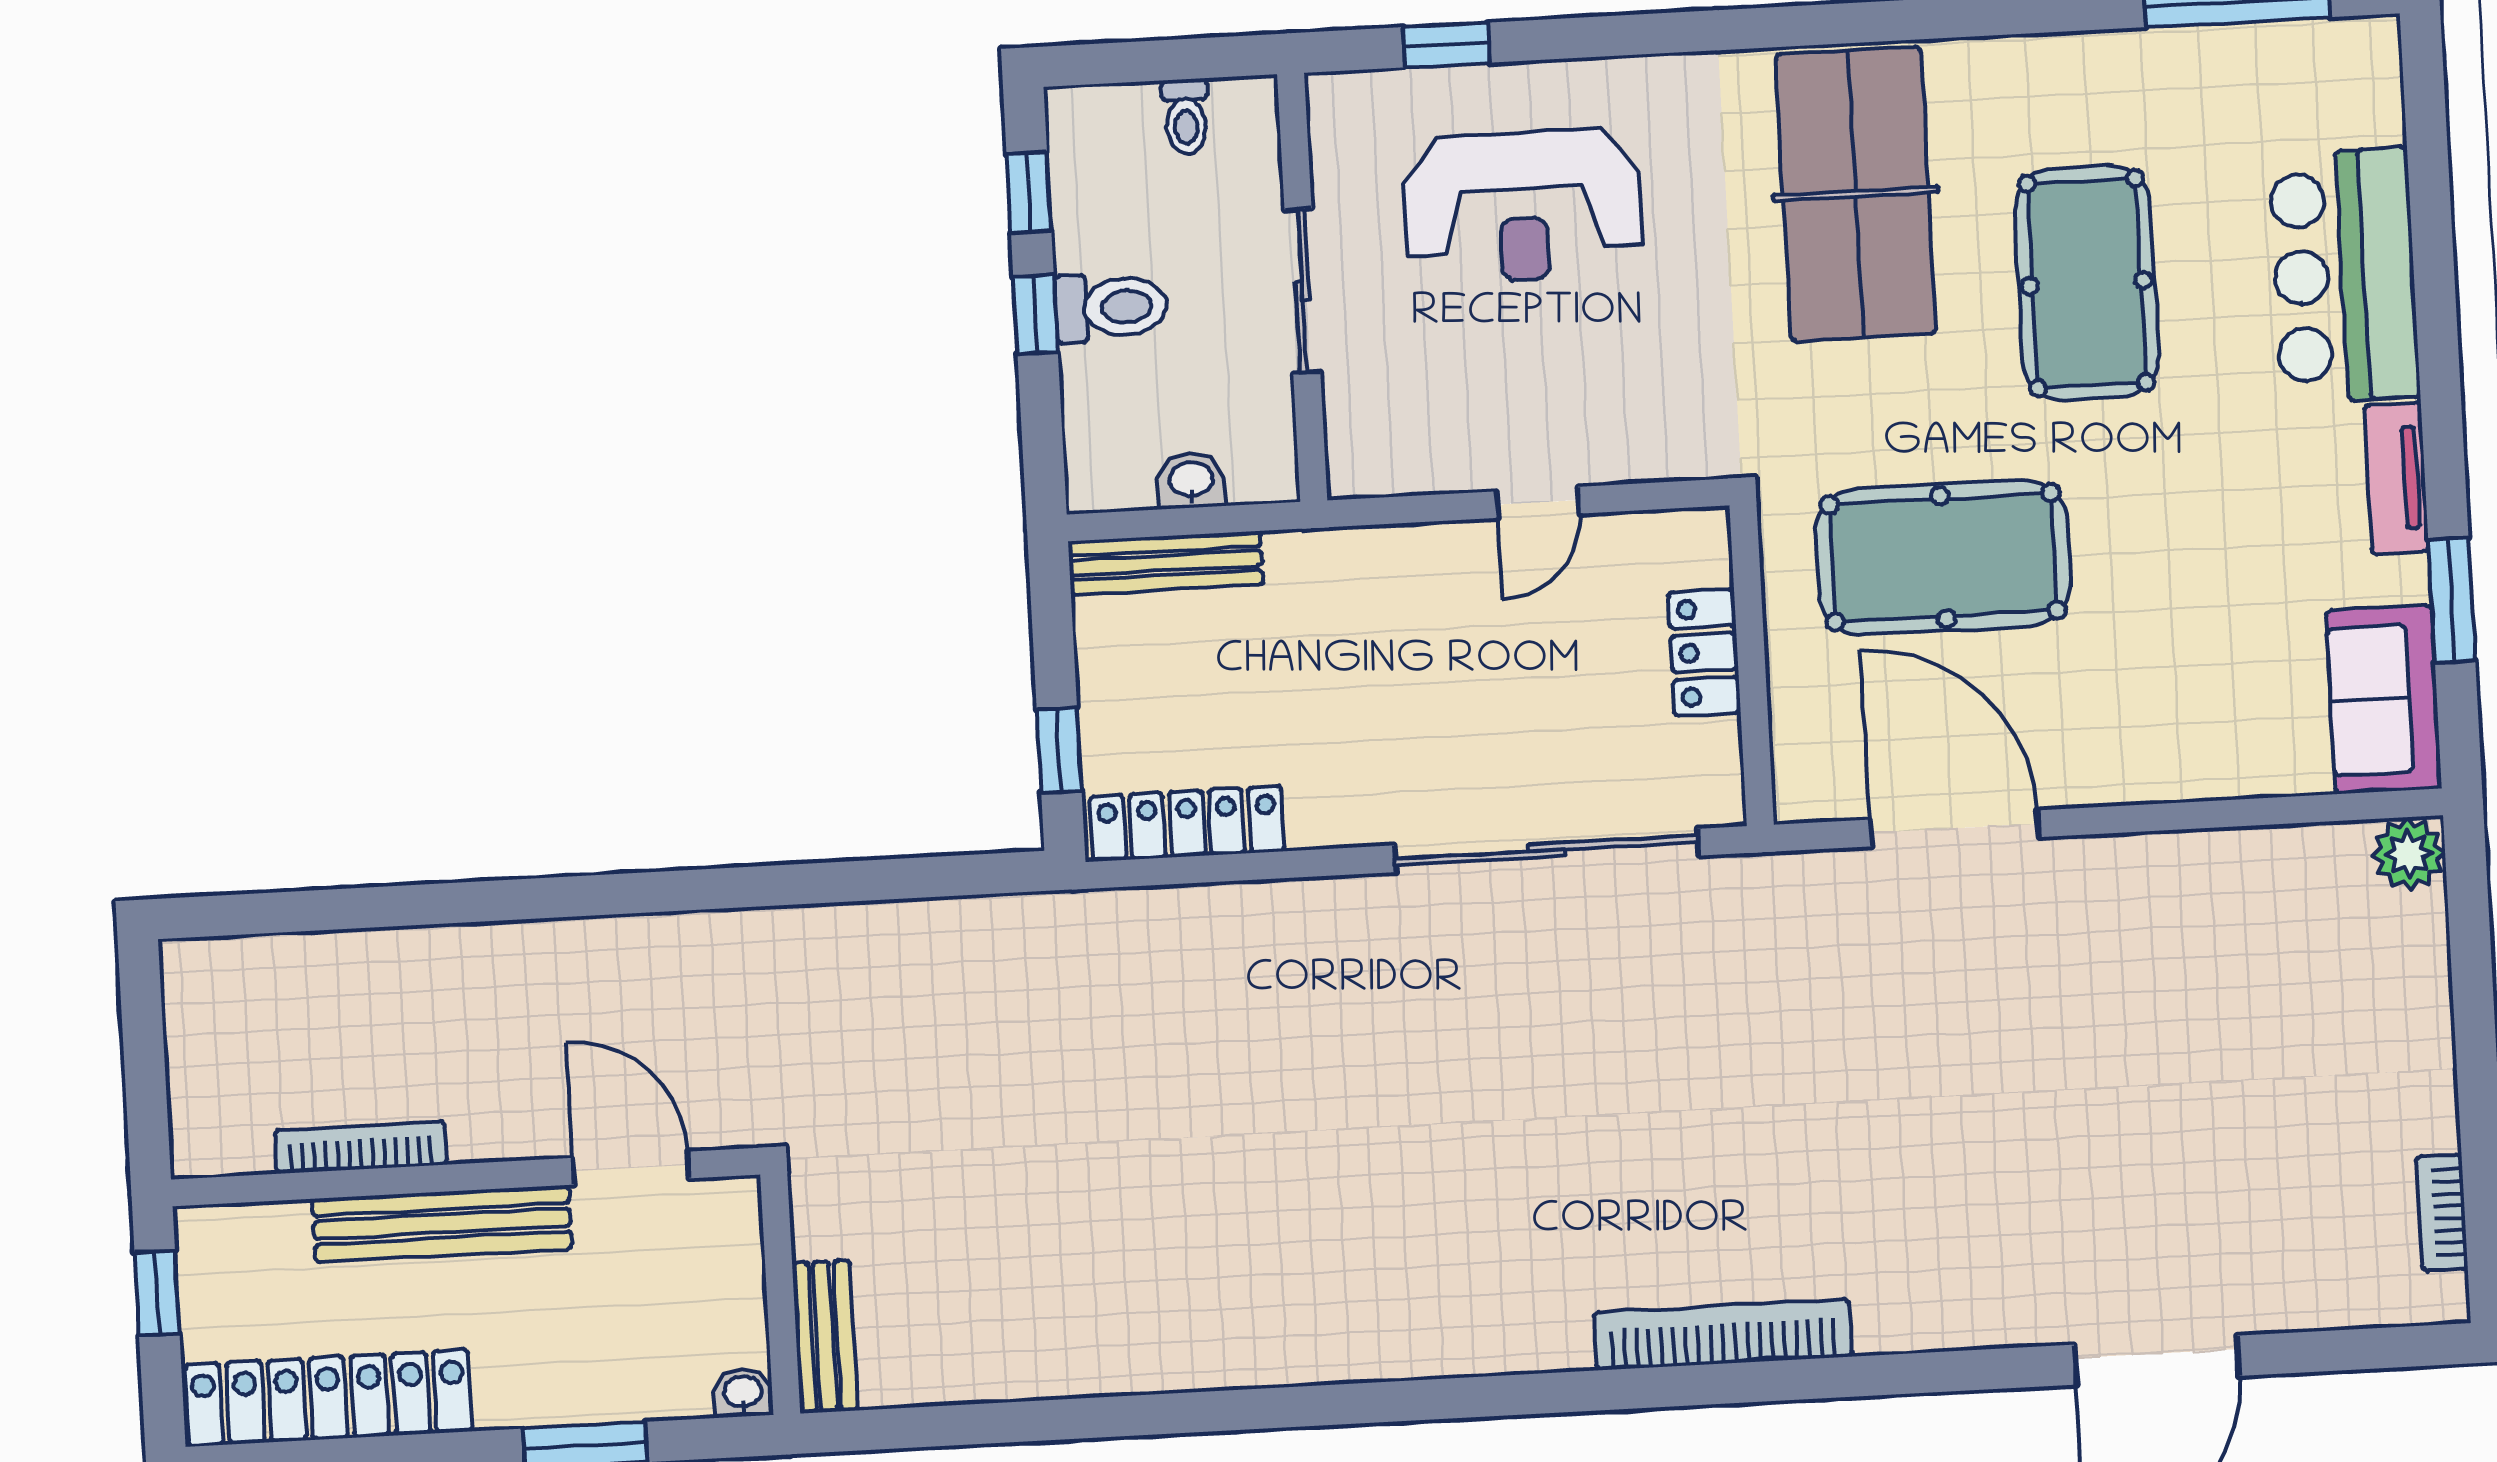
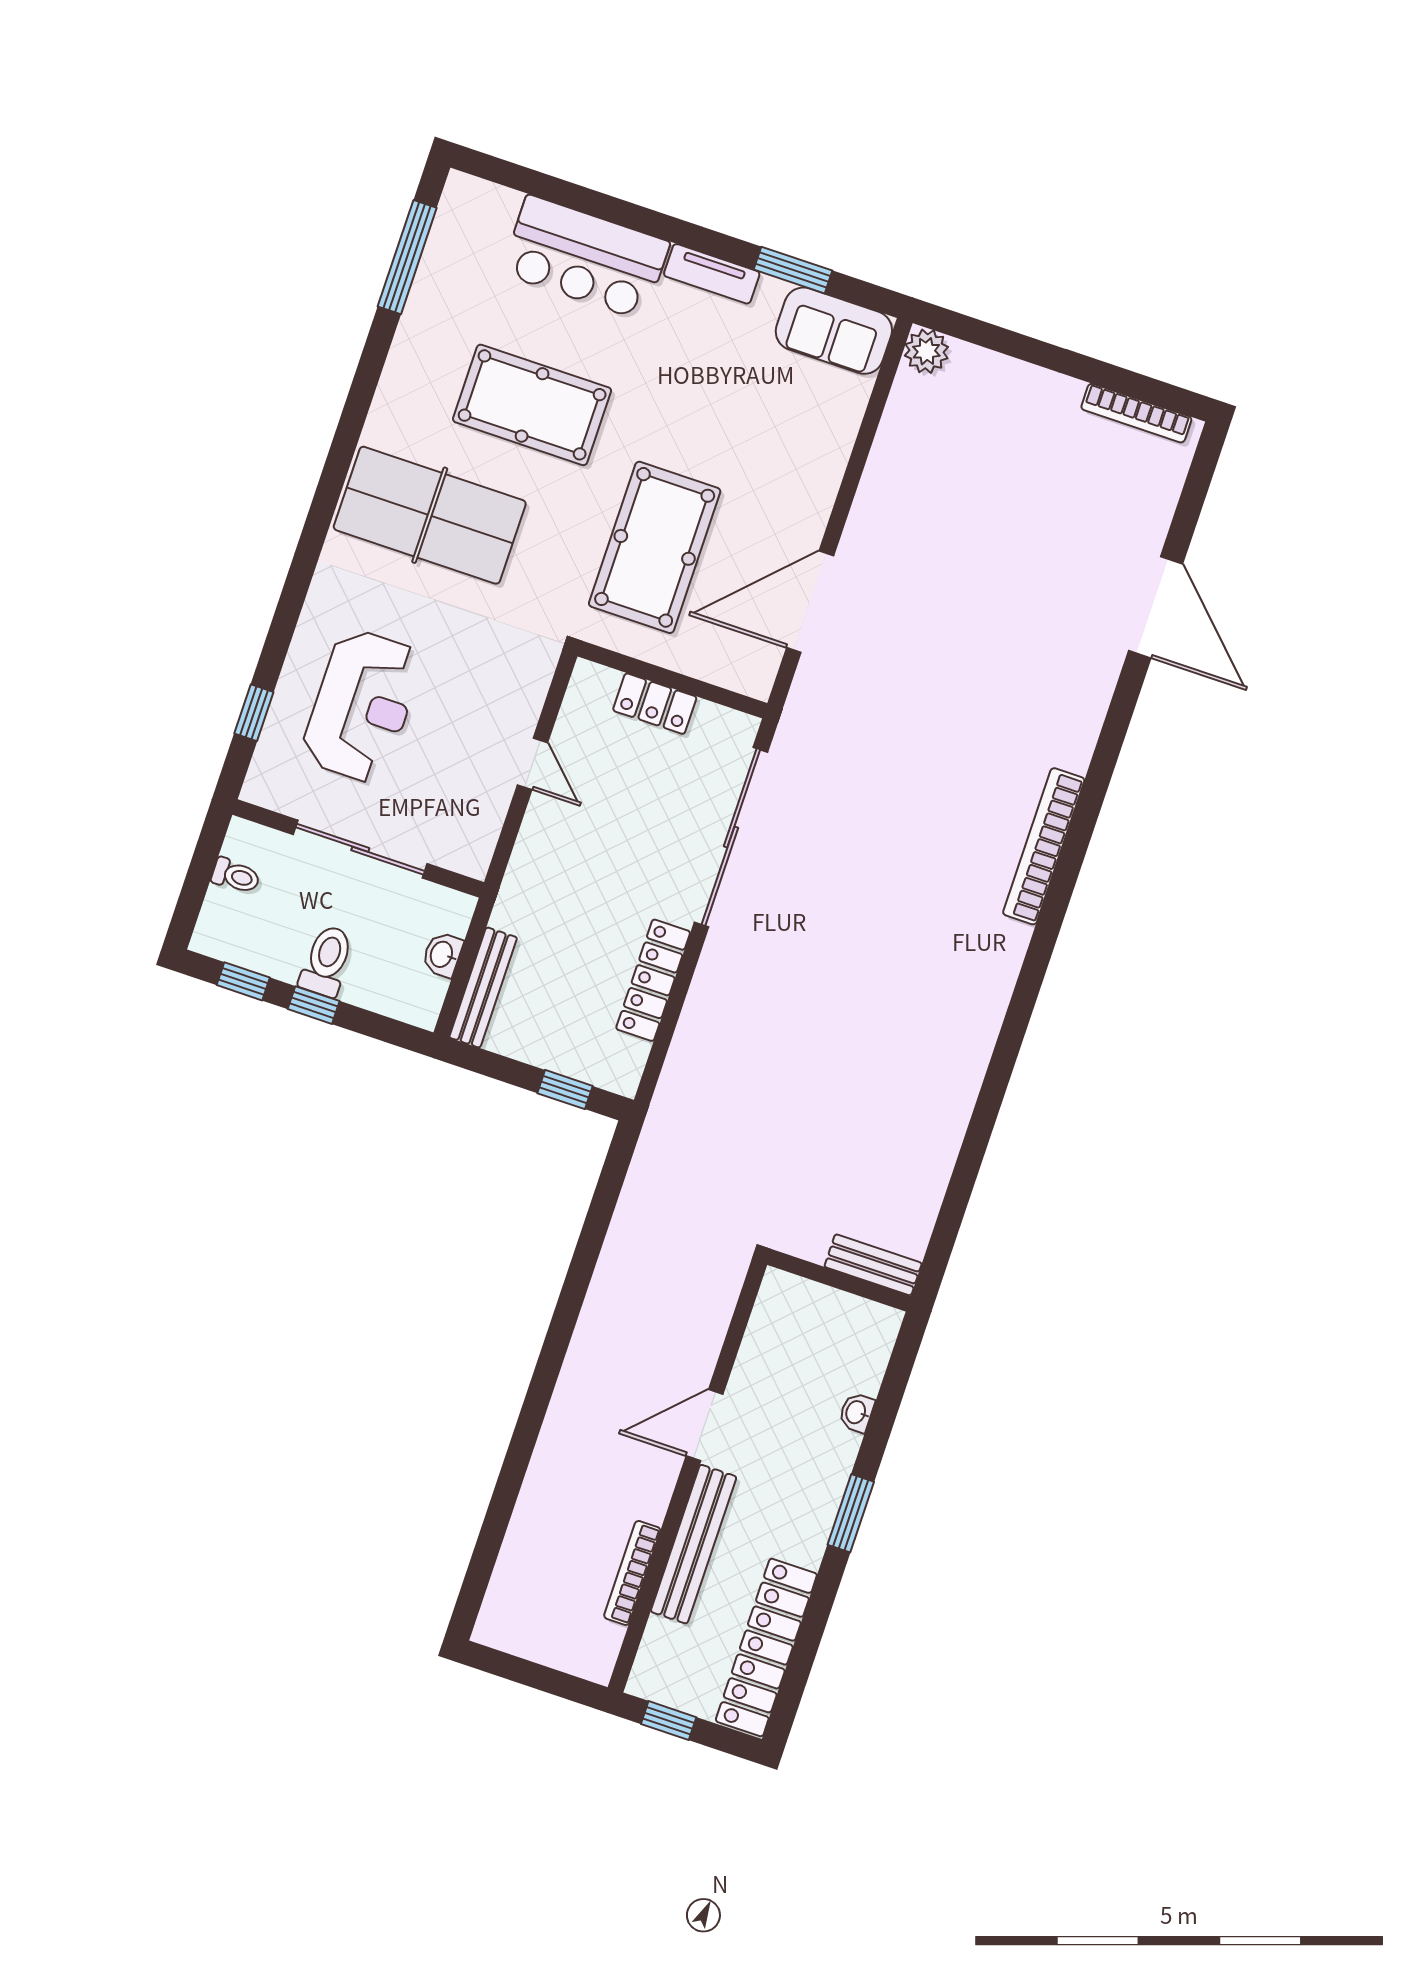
sliding door: (1302, 291) -> (360, 849), width x1.37
locker: (1187, 824) -> (653, 980), moved
bookcase: (2442, 1213) -> (1136, 413), width x1.56
wall: (780, 1294) -> (839, 1280), moved
bench: (825, 1337) -> (873, 1265), moved

